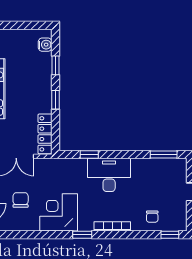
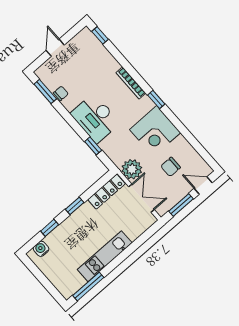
plant: (45, 169) -> (132, 169), added
chair: (152, 217) -> (61, 93), moved

